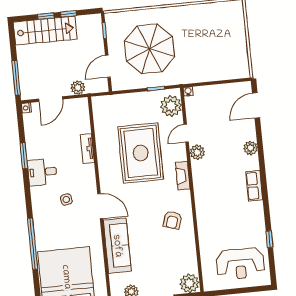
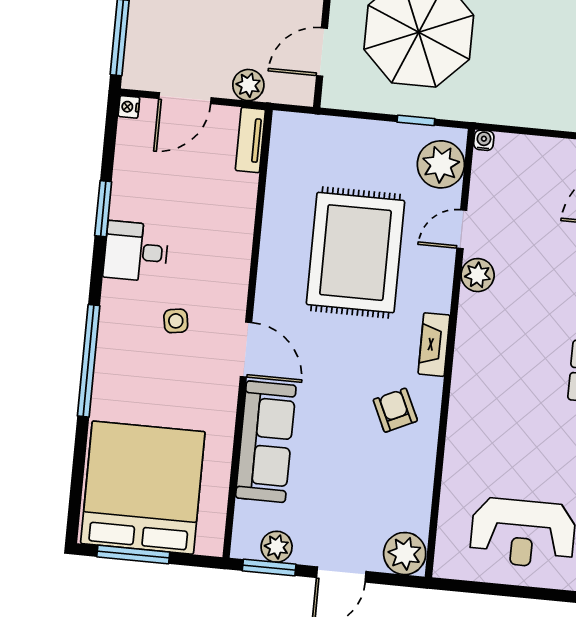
tv unit: (87, 149) -> (250, 140), moved
fireplace: (183, 176) -> (434, 345), moved
armchair: (172, 220) -> (395, 410), turned 137
window: (33, 244) -> (89, 361), moved

